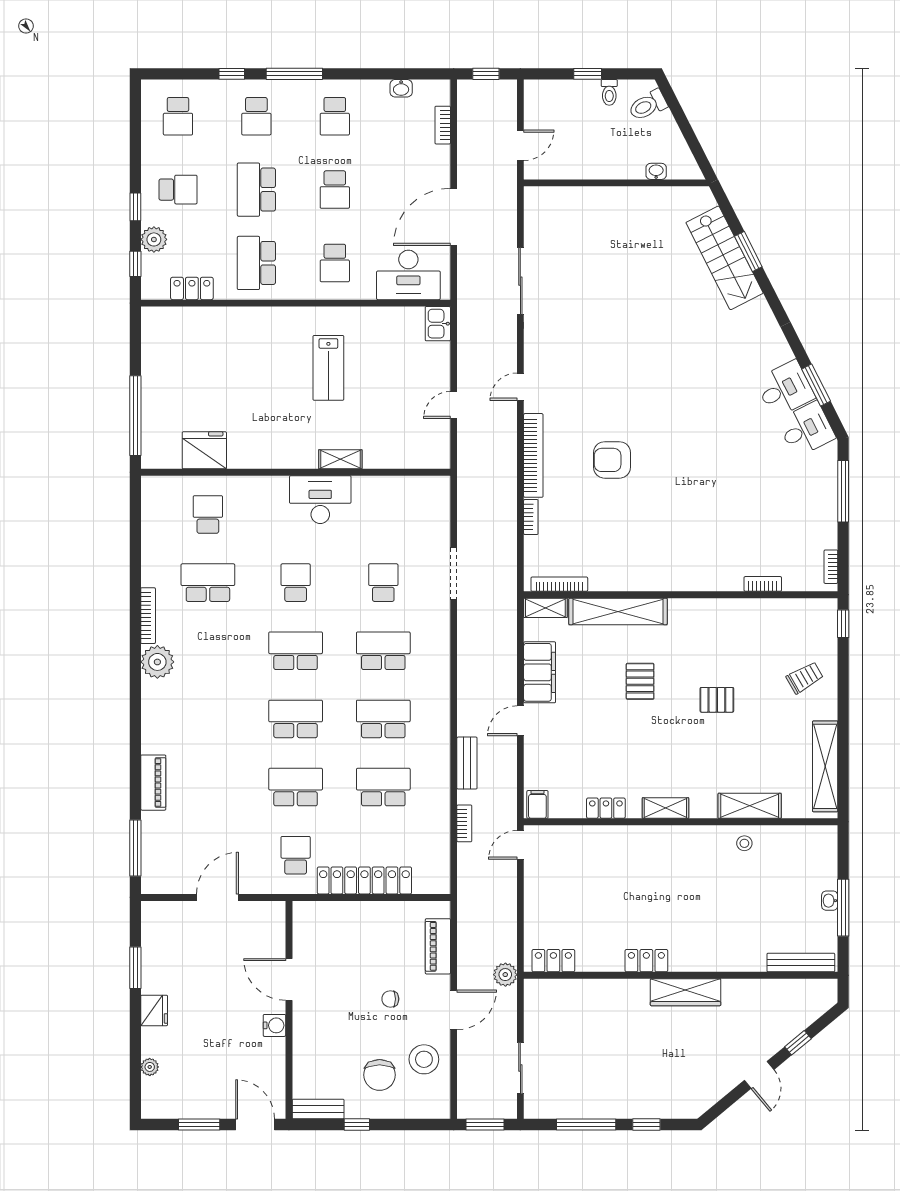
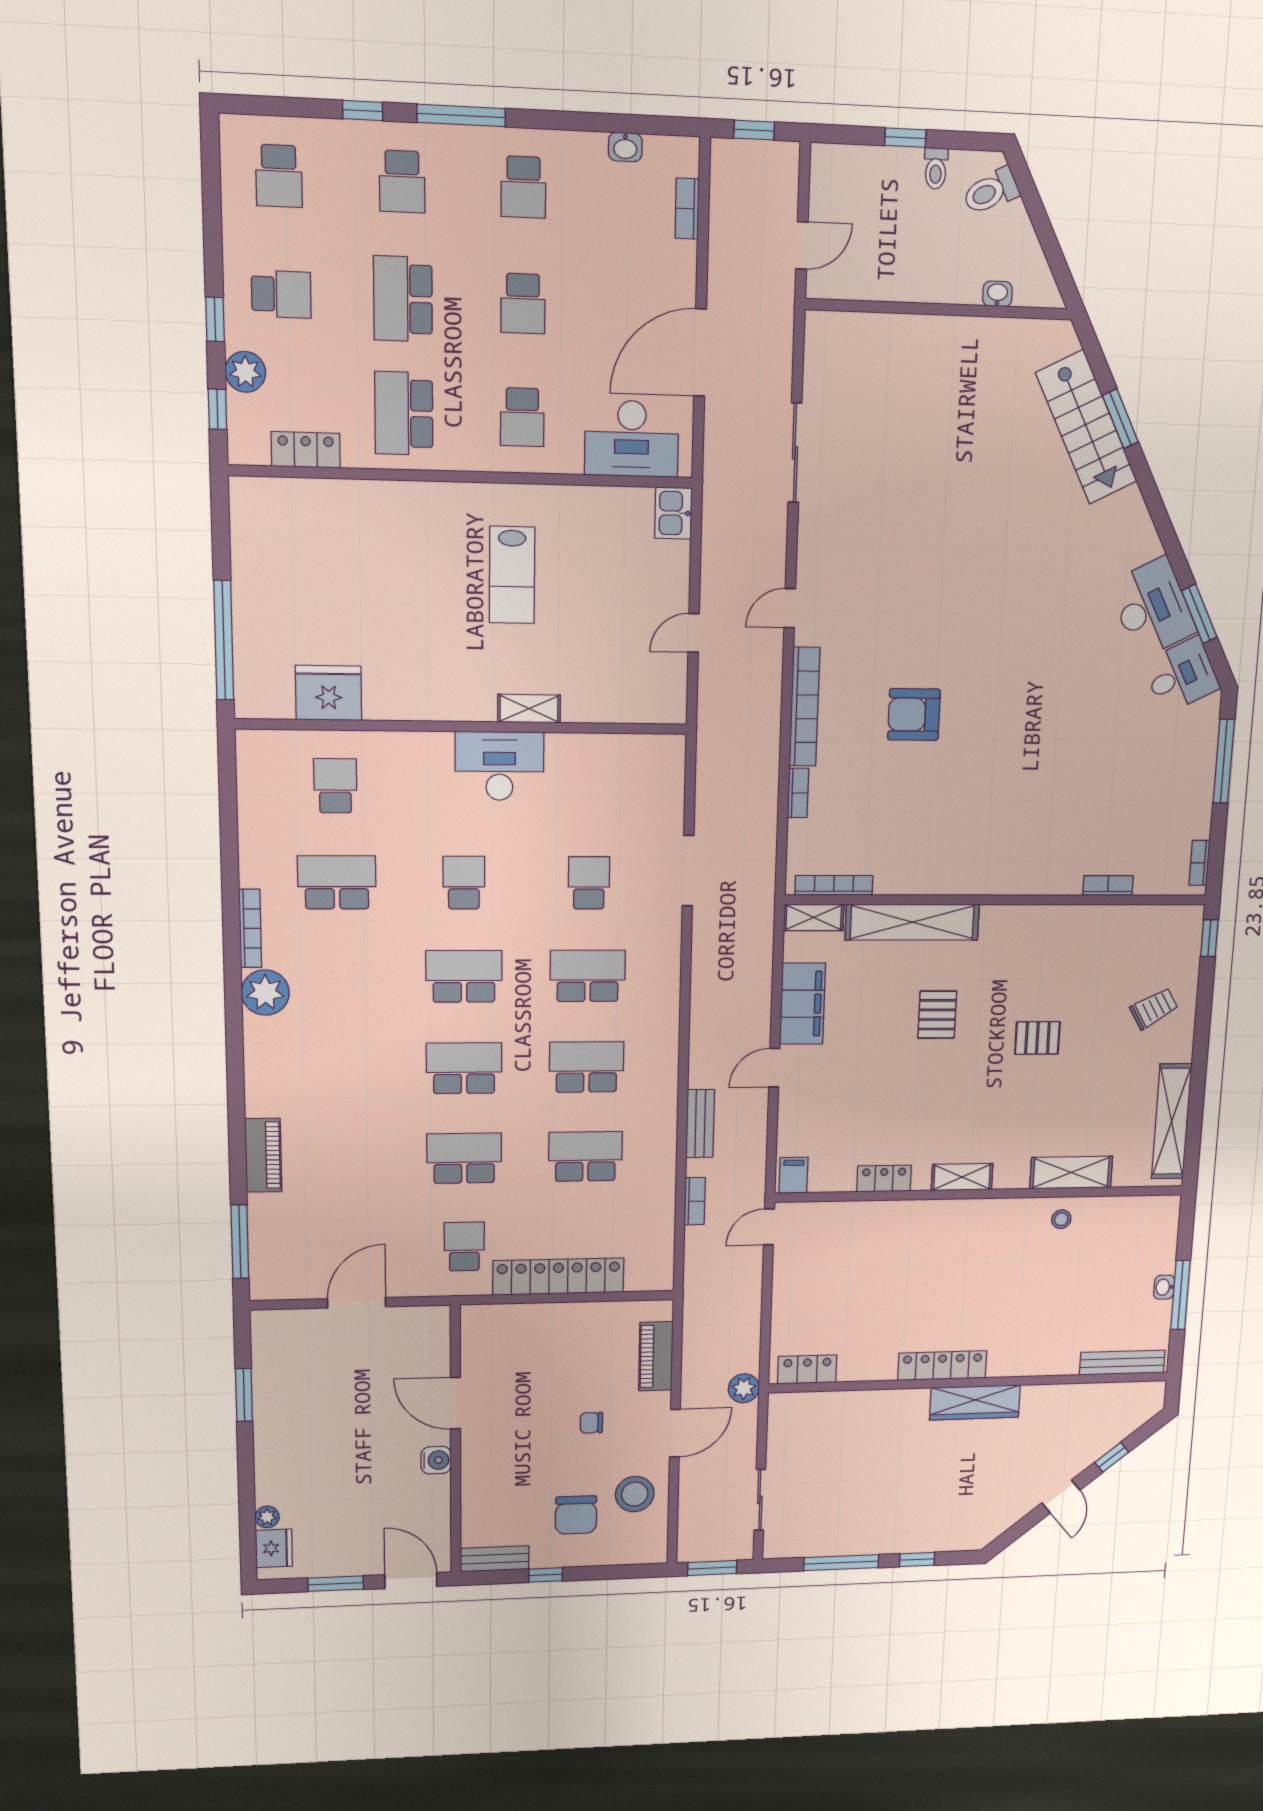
desk: (785, 389) -> (1152, 608), width x1.37
locker: (646, 961) -> (942, 1365), width x1.53
fridge: (154, 1010) -> (274, 1548), moved

